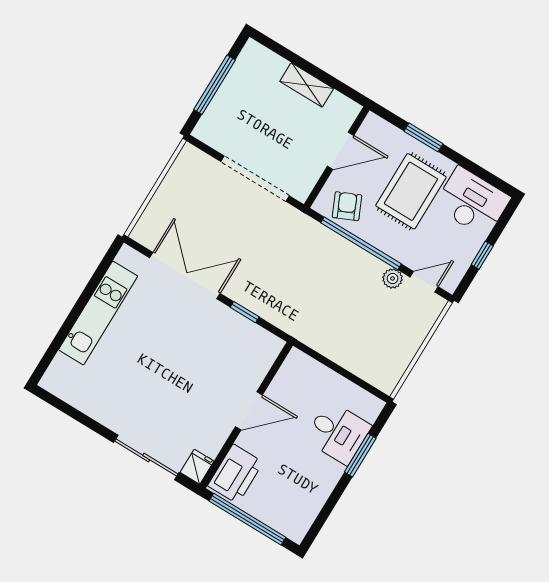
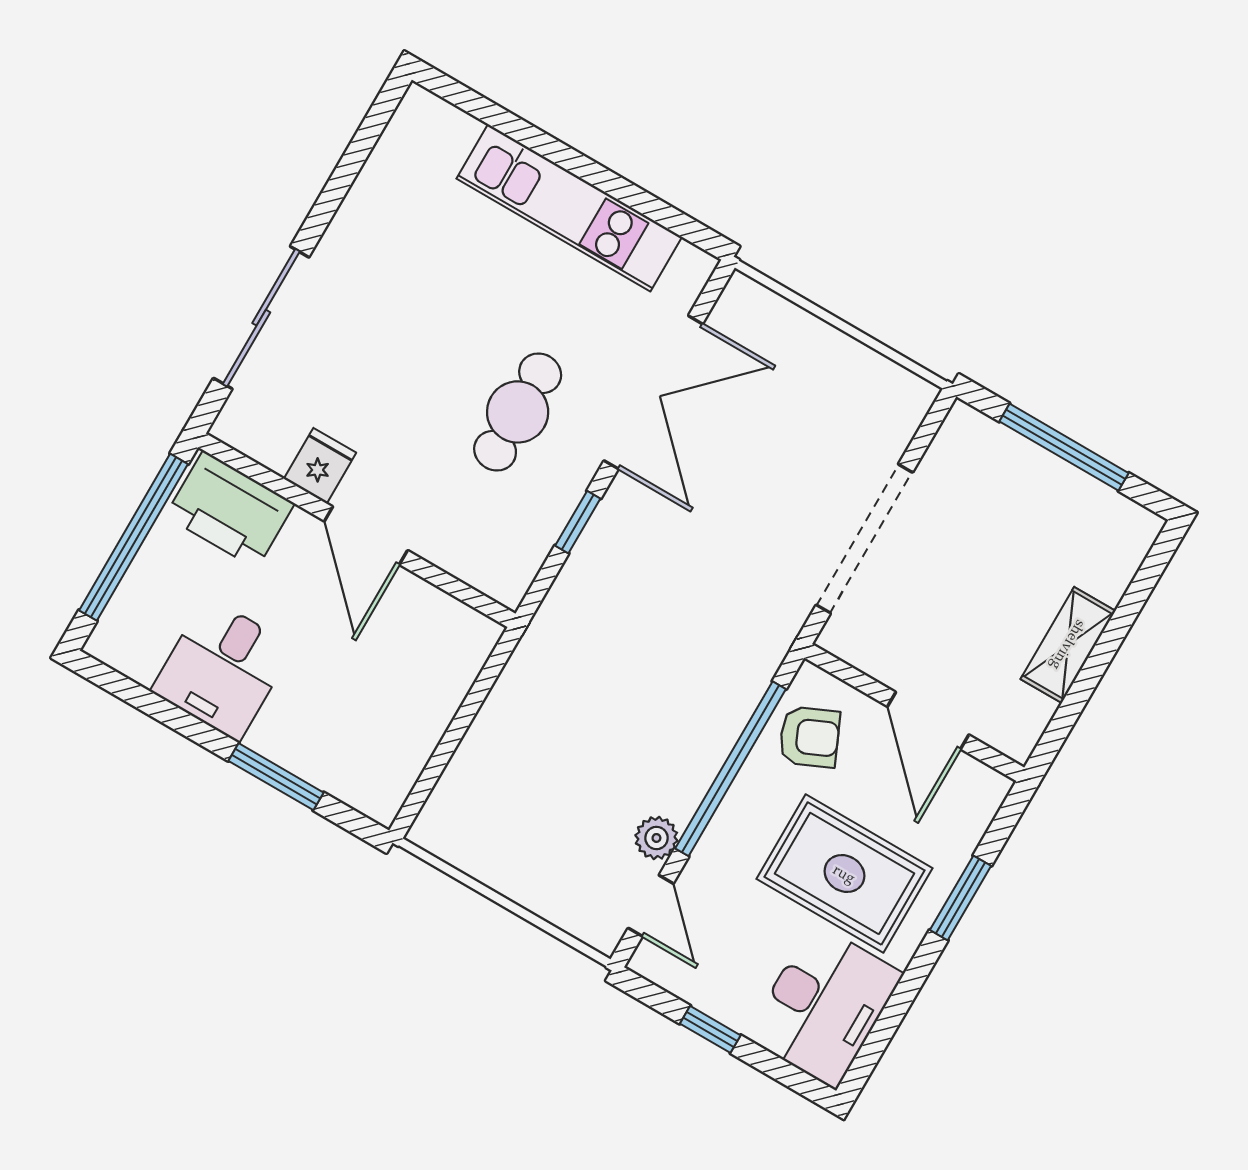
cafe table: (193, 339) -> (518, 412), added
desk: (338, 433) -> (222, 669), moved
fridge: (197, 467) -> (320, 466), moved, turned -90

